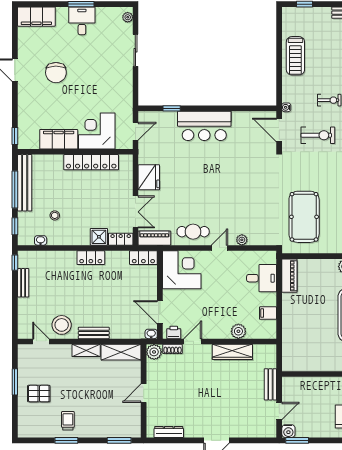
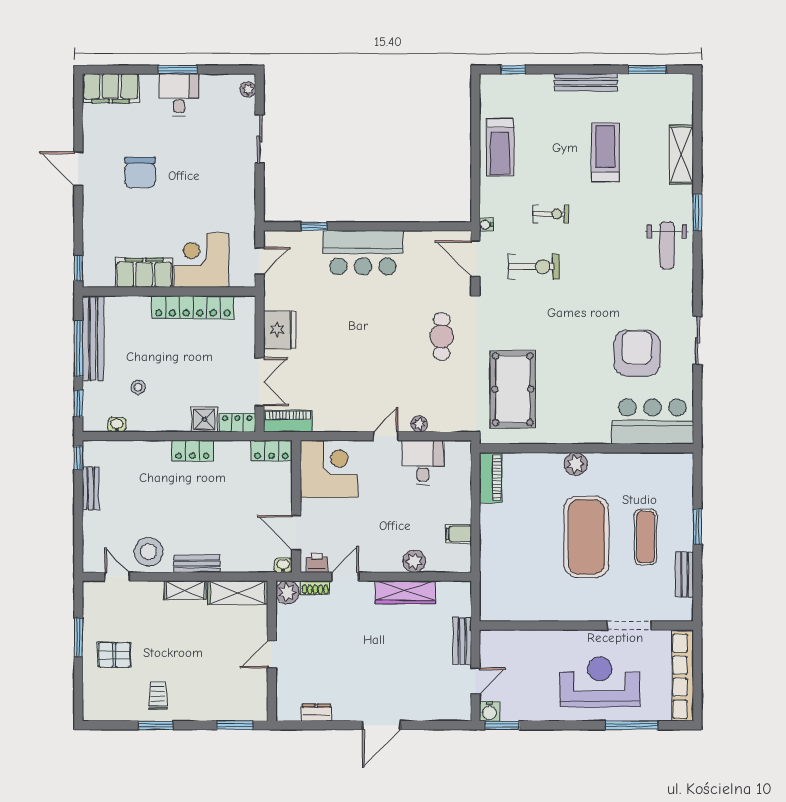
cafe table: (193, 232) -> (442, 336), moved, turned 90
desk: (262, 278) -> (423, 462), moved, turned -90
dresser: (169, 432) -> (316, 713), width x0.70

